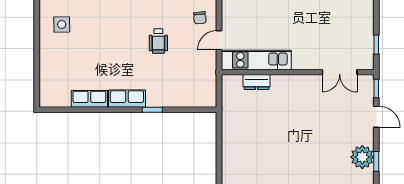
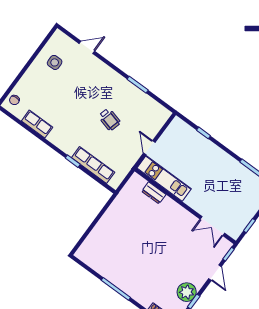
chair: (200, 18) -> (14, 100), moved
door: (219, 40) -> (149, 148), hinge flipped
wheelchair: (158, 41) -> (109, 119), turned -75
row of seats: (127, 99) -> (93, 165), moved, width x1.48

